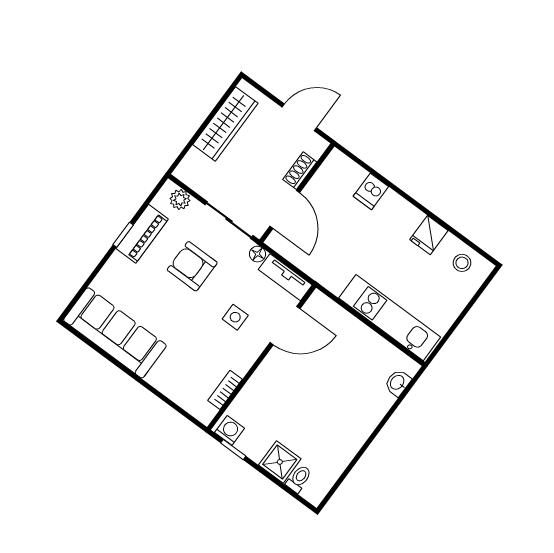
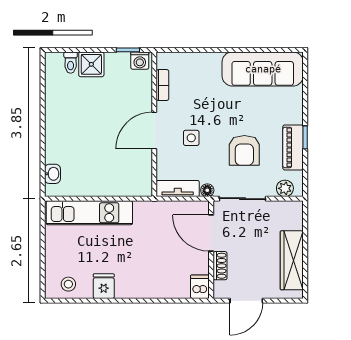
dishwasher: (371, 191) -> (200, 287), moved
armchair: (192, 266) -> (244, 150), turned 90
door: (285, 326) -> (154, 131), moved

